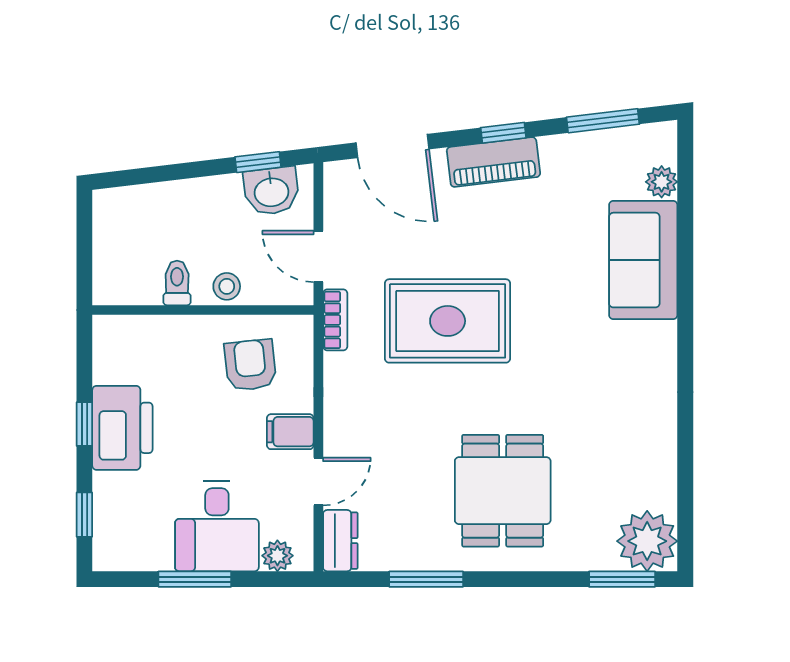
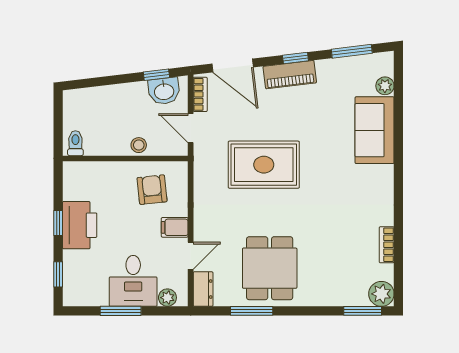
toilet: (177, 283) -> (75, 143), moved
bookcase: (335, 320) -> (200, 94), moved
bookcase: (665, 462) -> (387, 245), added
dining table: (503, 491) -> (270, 268), moved
plant: (647, 541) -> (381, 294), width x0.73, depth x0.73

